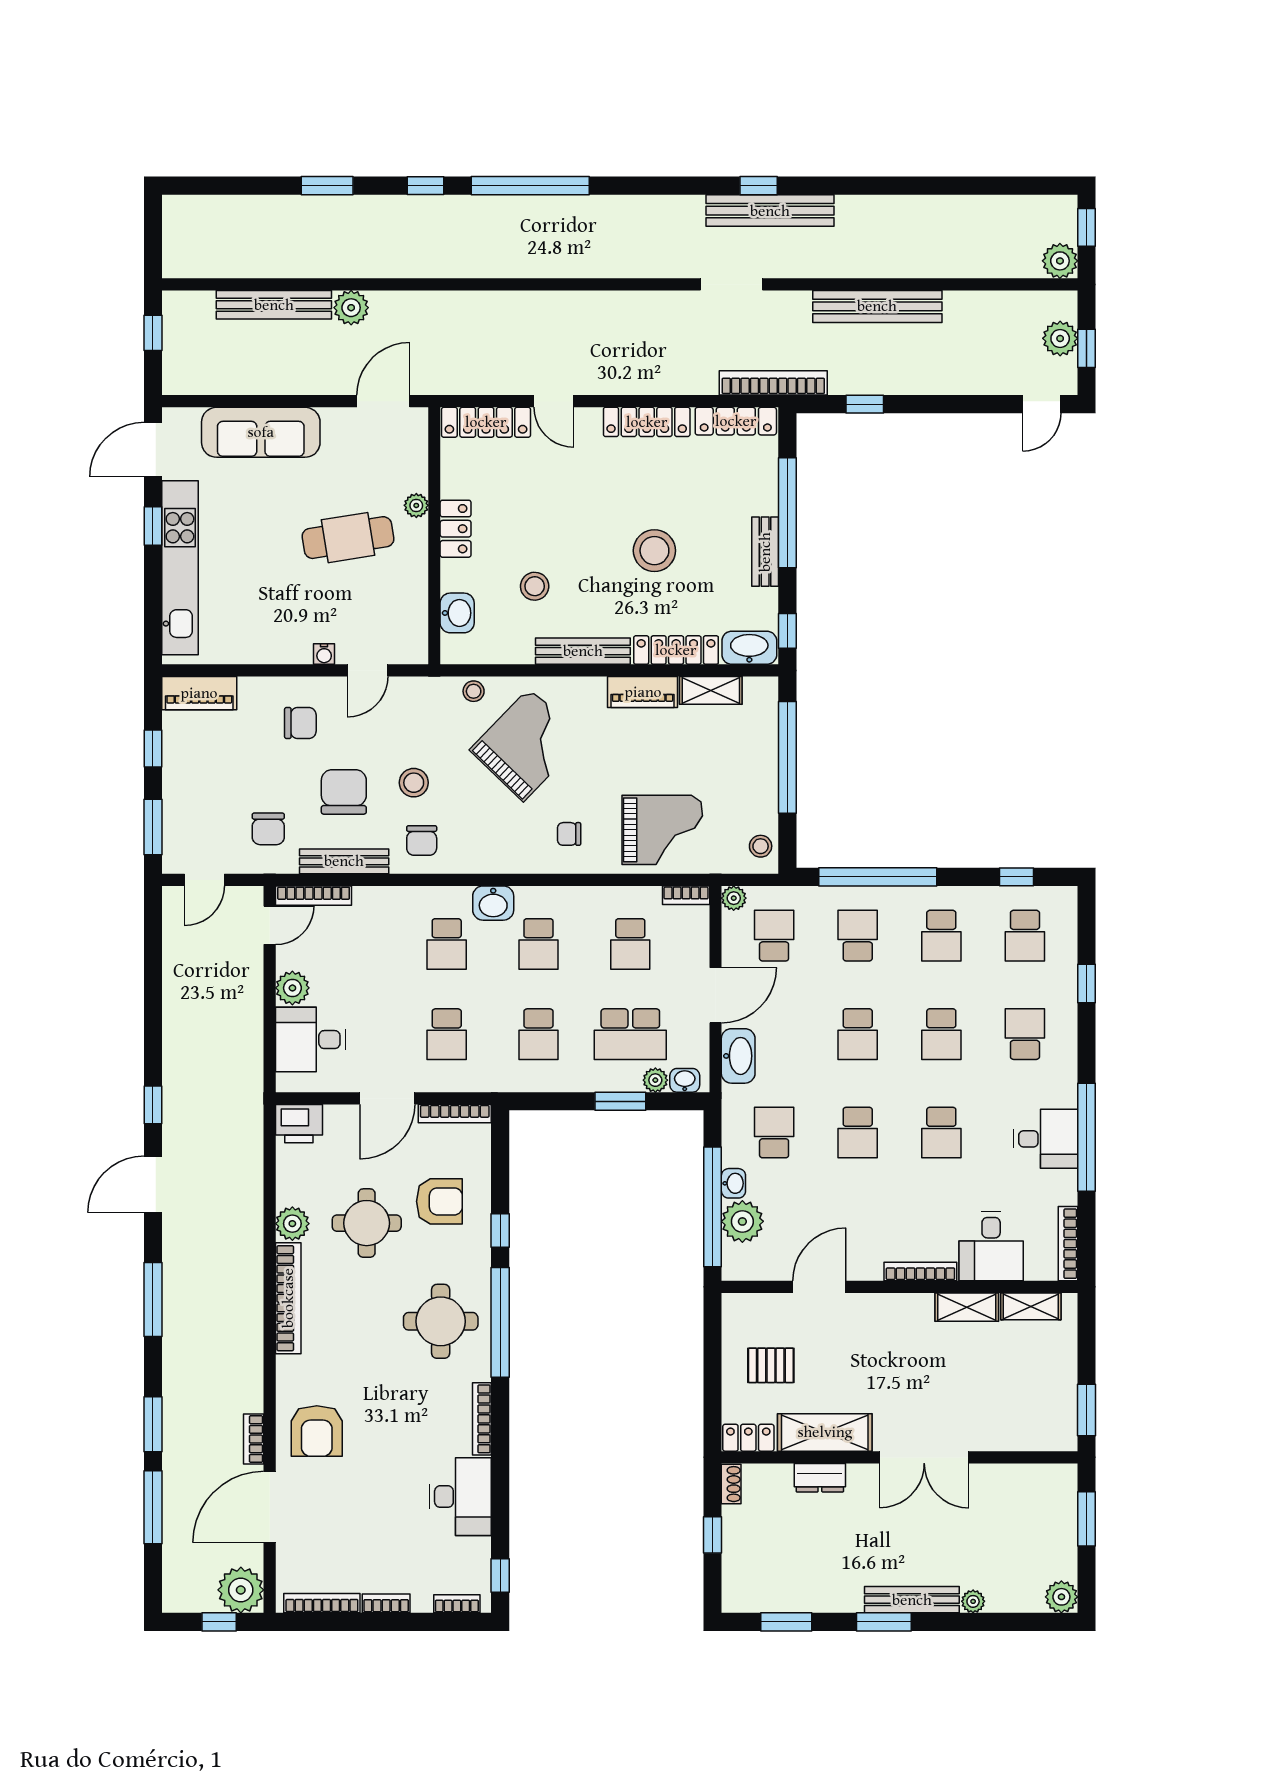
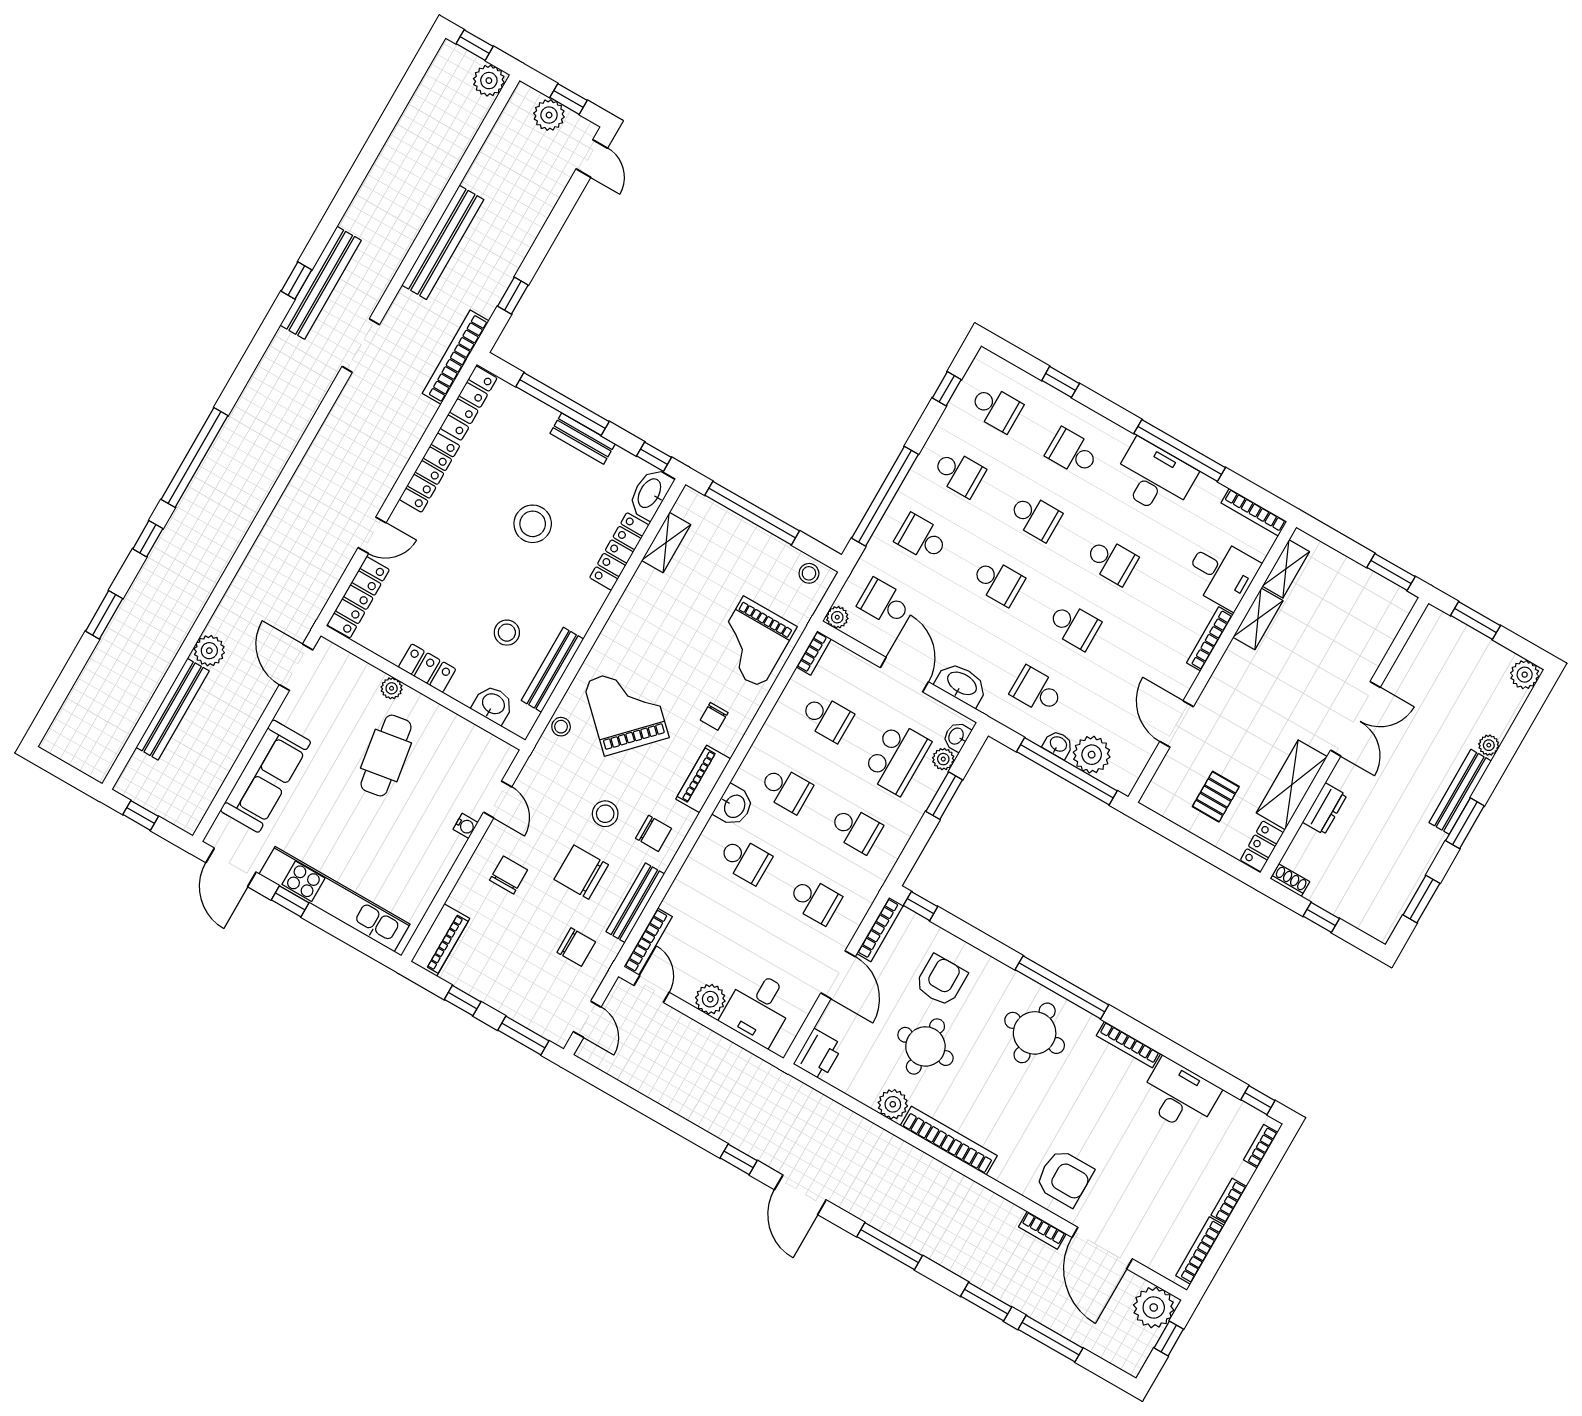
bench: (583, 651) -> (552, 670), moved
piano: (643, 692) -> (703, 779), moved, turned 180
grand piano: (662, 830) -> (752, 642), turned 180
desk: (1046, 1139) -> (1154, 478), width x1.37
window: (500, 1231) -> (920, 906), moved

